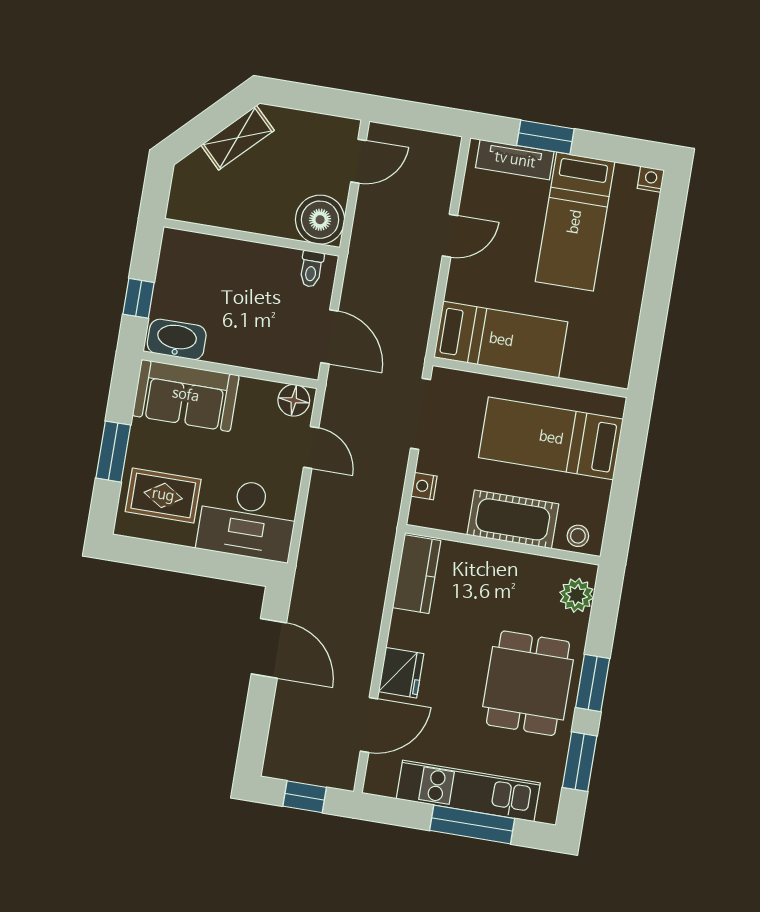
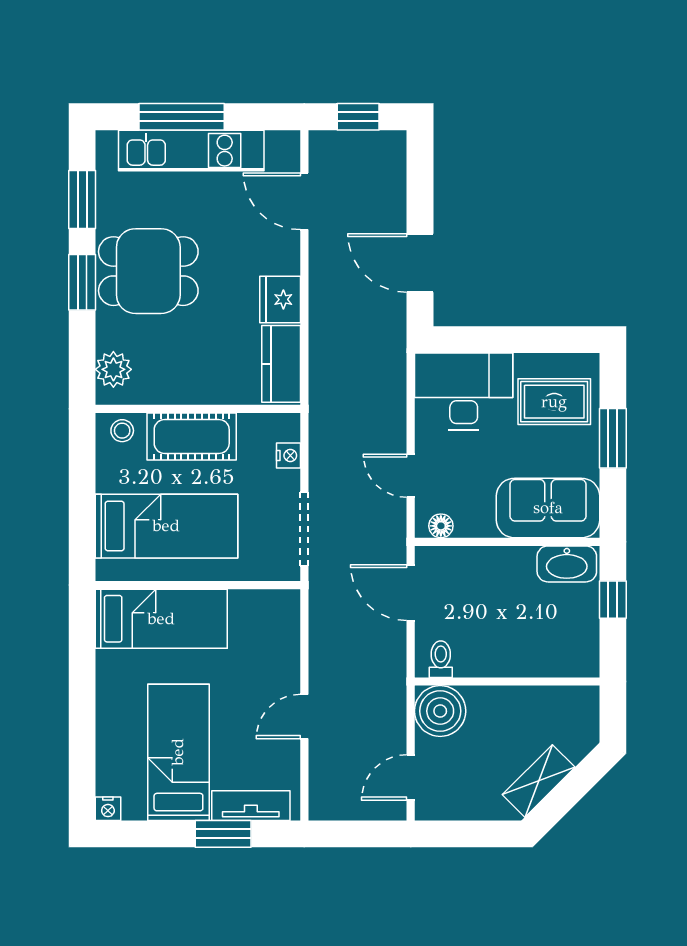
bed: (501, 340) -> (161, 619), moved, turned 180
floor lamp: (294, 400) -> (441, 526), width x0.73, depth x0.73
fridge: (401, 673) -> (280, 299), moved
dining table: (528, 683) -> (148, 271), turned 90
door: (369, 725) -> (304, 201), hinge flipped

